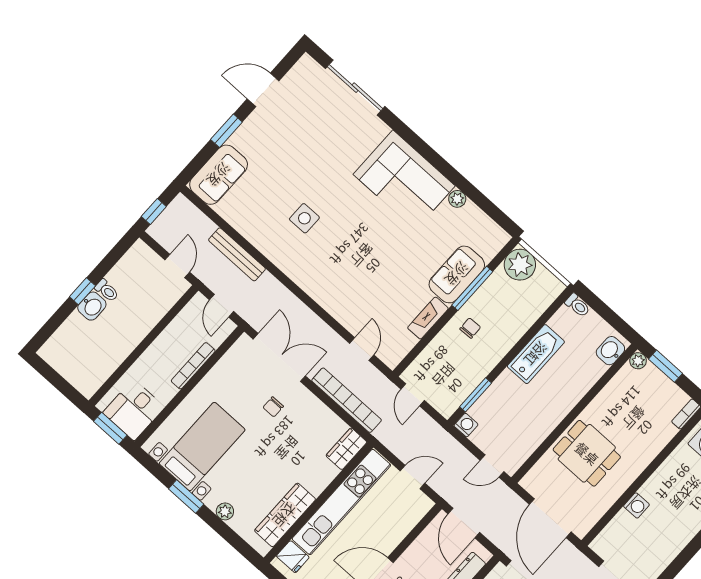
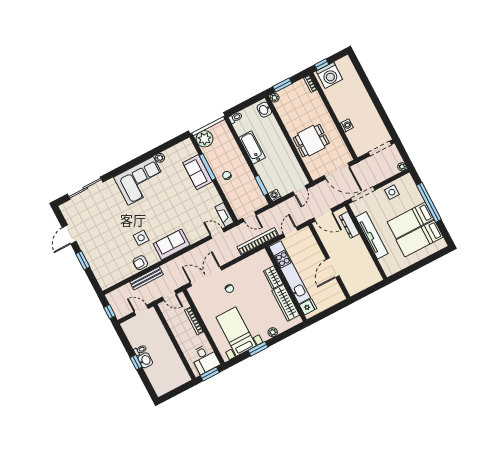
sofa: (219, 175) -> (172, 244), moved, turned -90
armchair: (260, 233) -> (140, 263), added
fireplace: (428, 318) -> (224, 215), moved
bookcase: (347, 400) -> (258, 241), moved
wardrobe: (346, 449) -> (273, 277), moved

